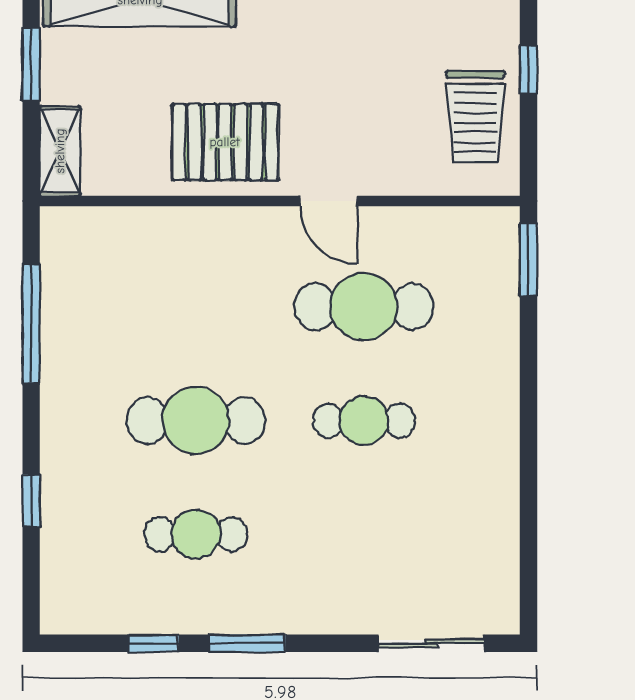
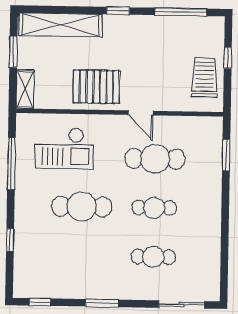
trolley: (475, 116) -> (205, 77), turned 180
window: (529, 260) -> (226, 155), moved
checkout: (153, 285) -> (64, 148), added
cafe table: (196, 534) -> (153, 257), moved
window: (153, 643) -> (40, 302), moved

